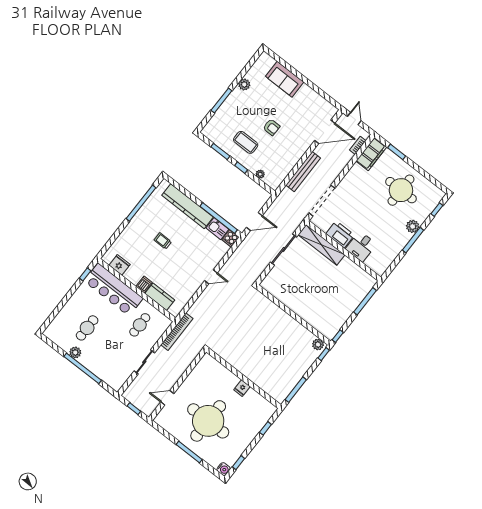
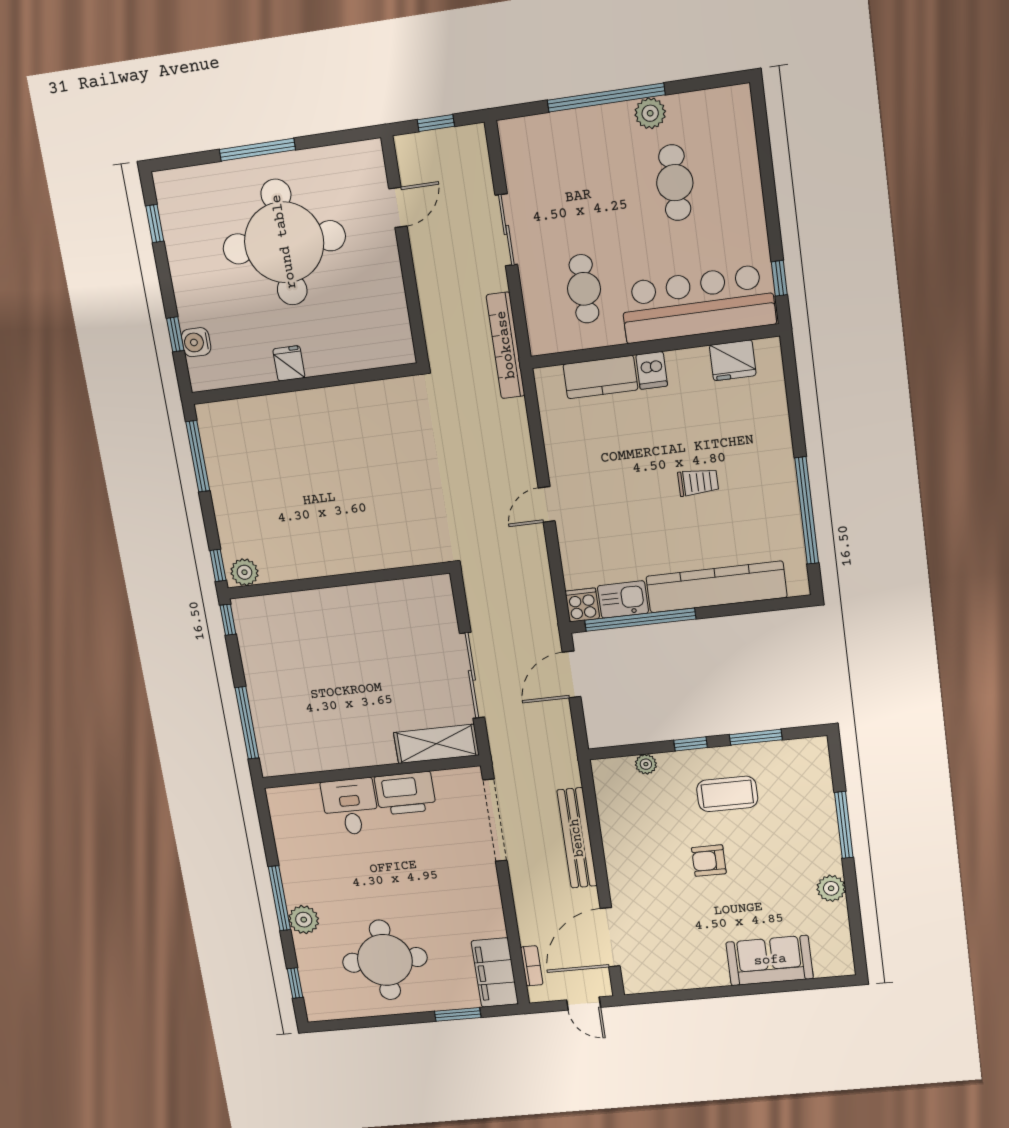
shelving: (321, 245) -> (436, 744), width x0.68
water cooler: (224, 469) -> (196, 342), moved

